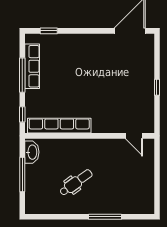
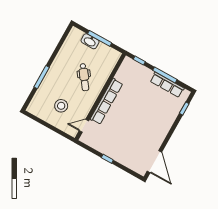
row of seats: (59, 126) -> (106, 101), moved
washbasin: (32, 152) -> (90, 41), moved
stool: (126, 175) -> (61, 106), added
dental chair: (76, 183) -> (84, 77), moved

